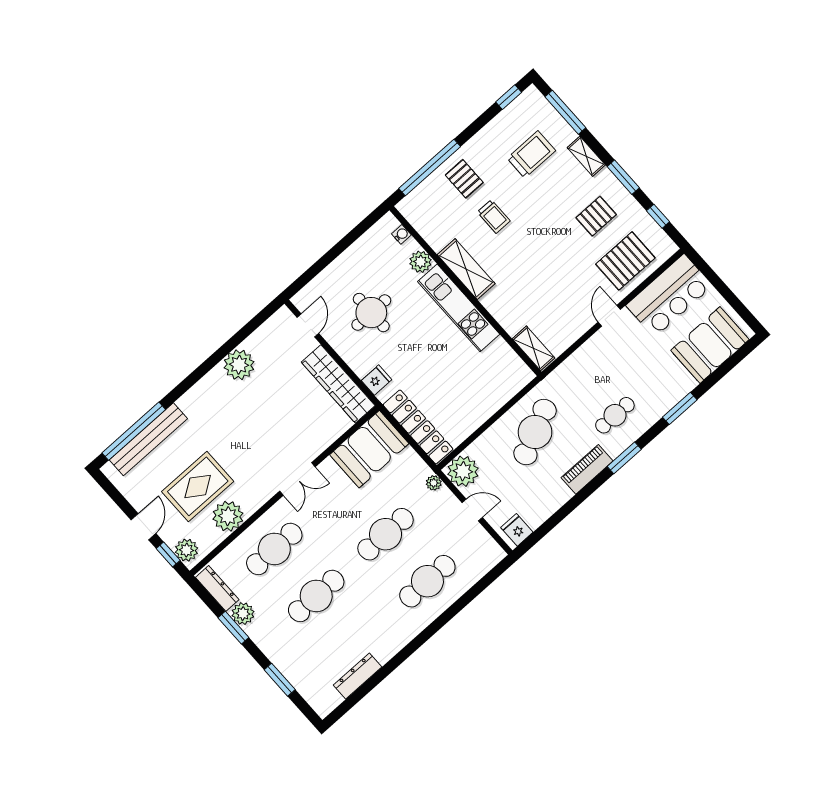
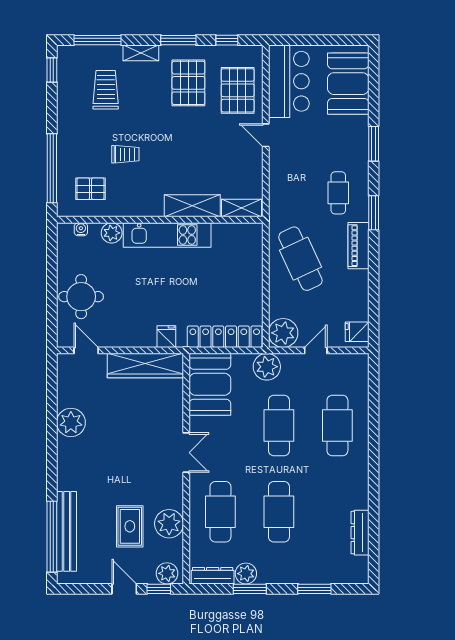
pallet: (464, 179) -> (91, 189), moved
pallet: (596, 216) -> (188, 83), width x1.50, depth x1.42
shelving: (466, 269) -> (192, 206), moved
round table: (371, 313) -> (81, 297), moved
plant: (434, 483) -> (267, 367), width x1.88, depth x1.88
rug: (198, 486) -> (130, 526), width x0.73, depth x0.70

